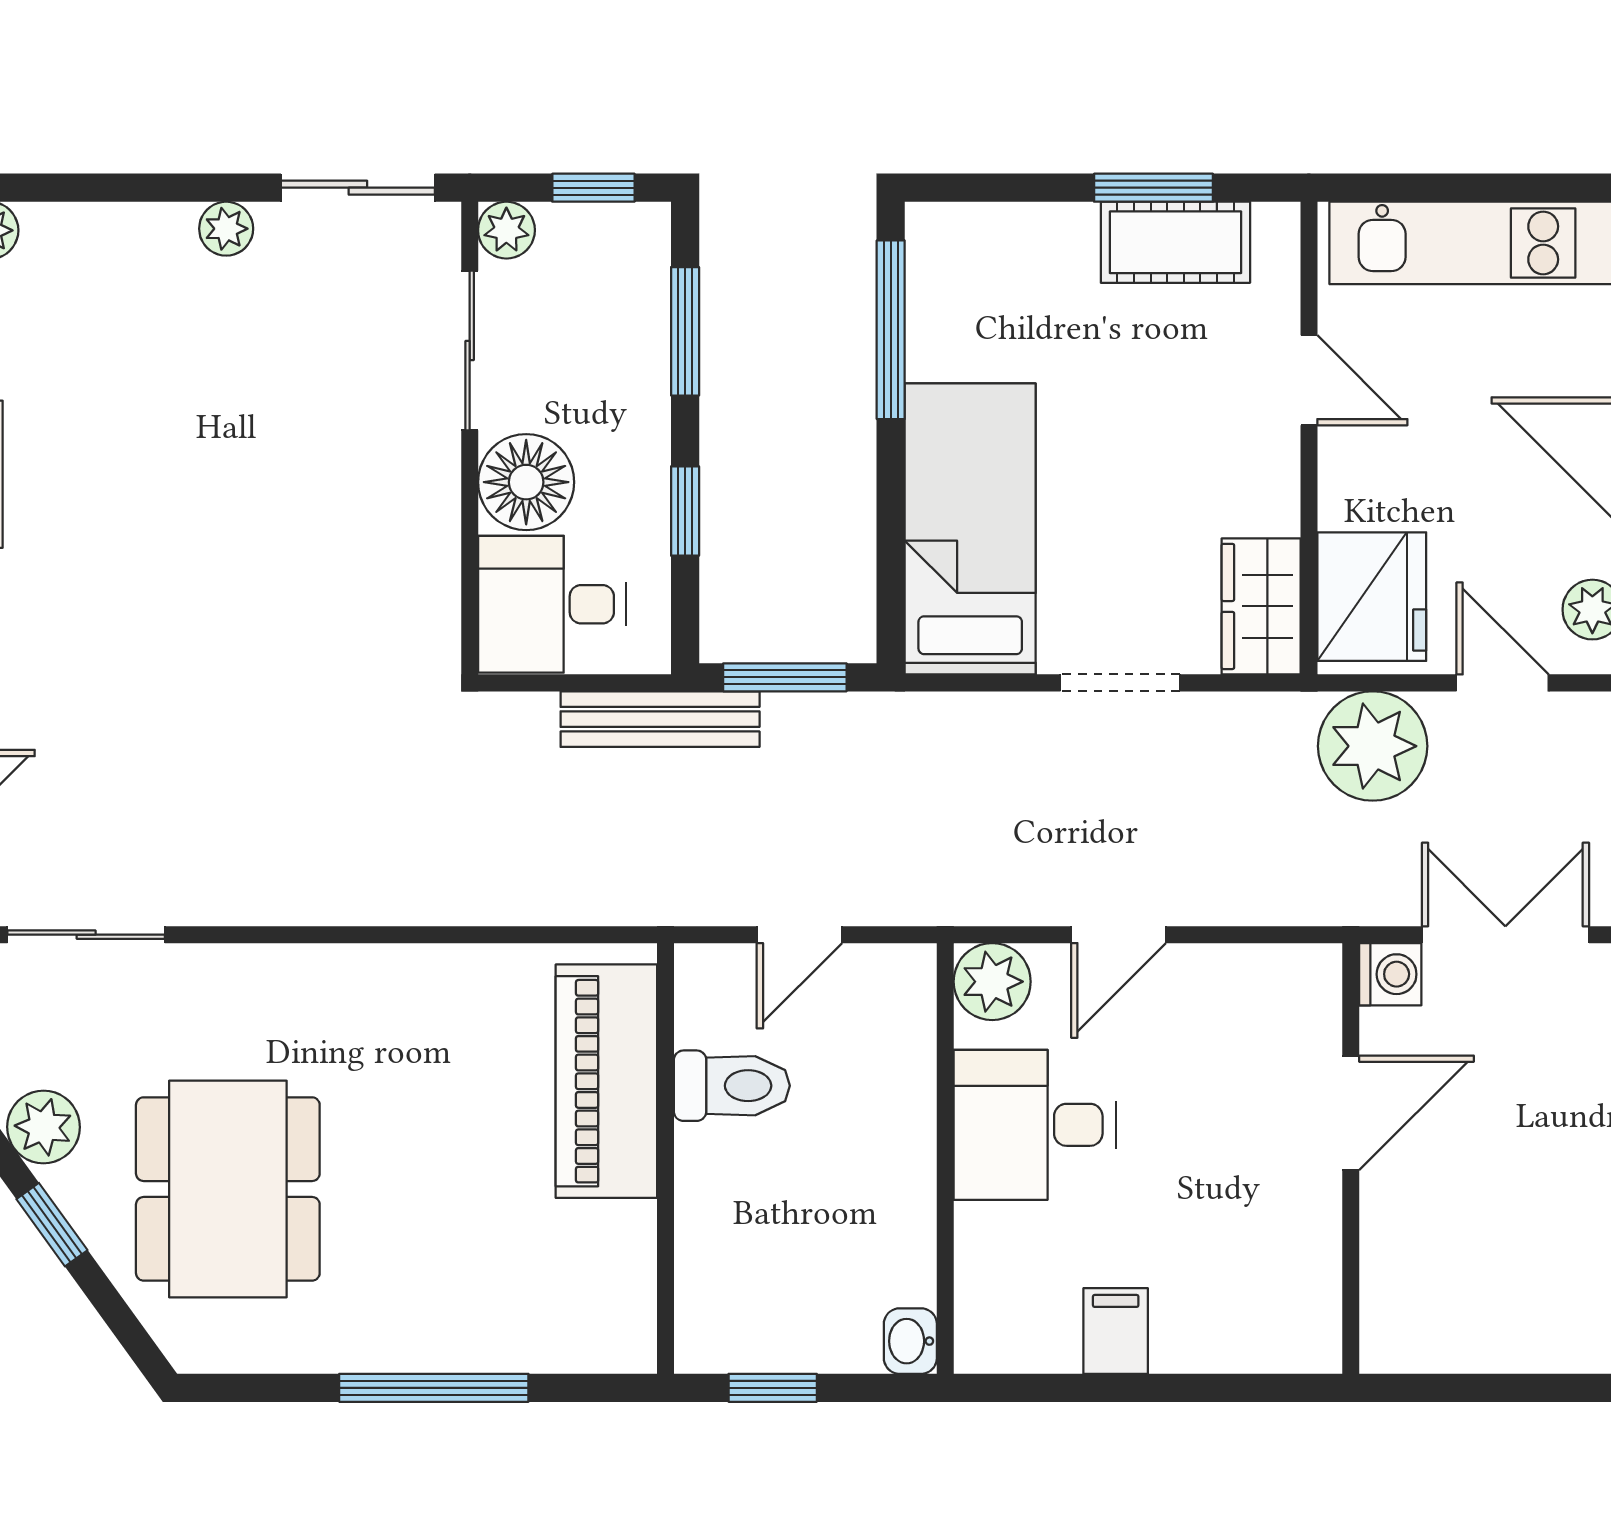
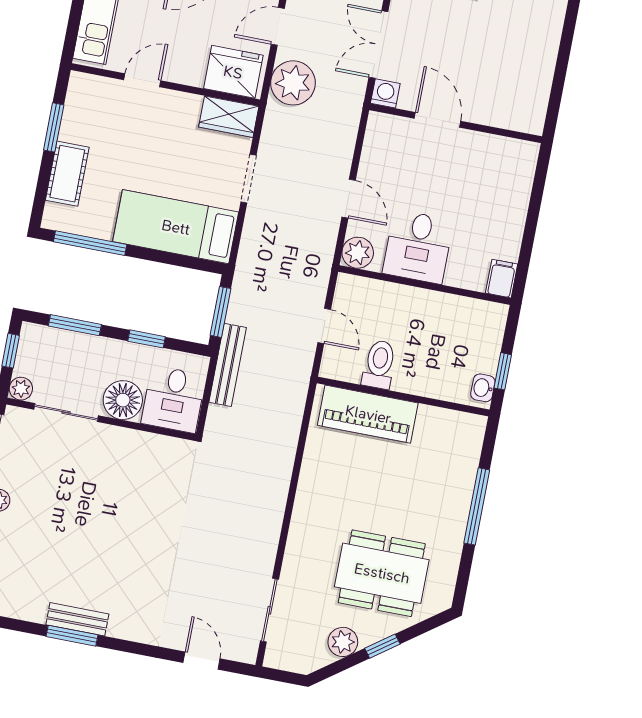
cot: (1175, 242) -> (67, 174), moved
filing cabinet: (1116, 1331) -> (502, 279), moved, turned 90
washbasin: (910, 1341) -> (483, 388), moved, turned 90

